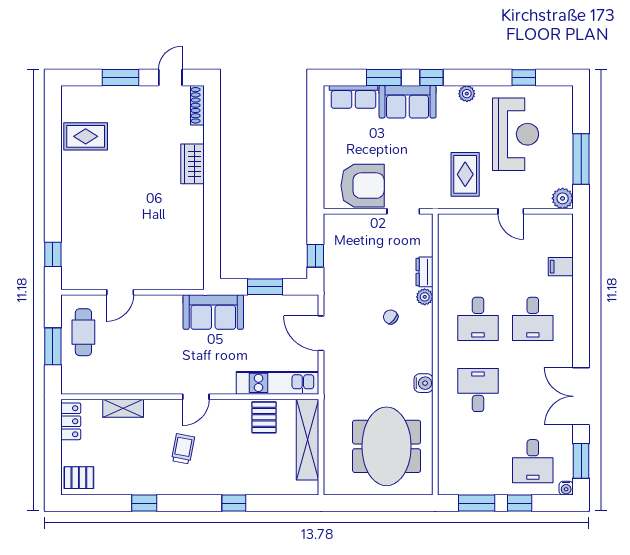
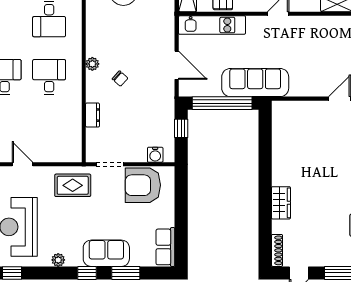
row of seats: (353, 97) -> (165, 247), moved, turned -90
rug: (465, 174) -> (73, 185), moved, turned 90
window: (265, 287) -> (222, 103), width x2.11
plant: (425, 297) -> (92, 64), moved
sofa: (213, 312) -> (255, 83), width x1.36
water cooler: (424, 383) -> (155, 155), moved, turned -90

